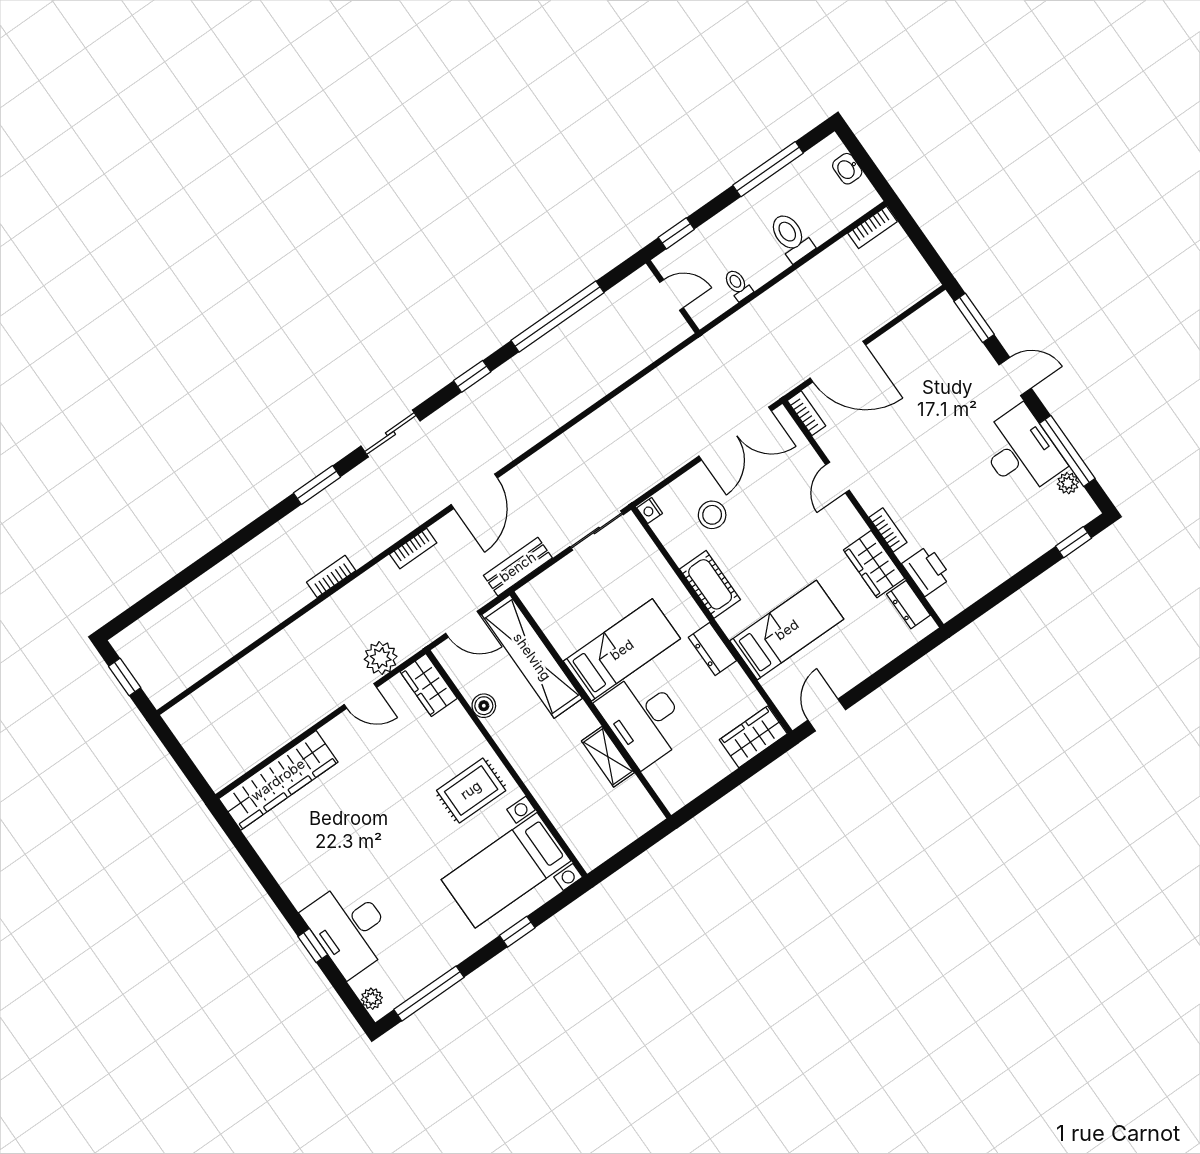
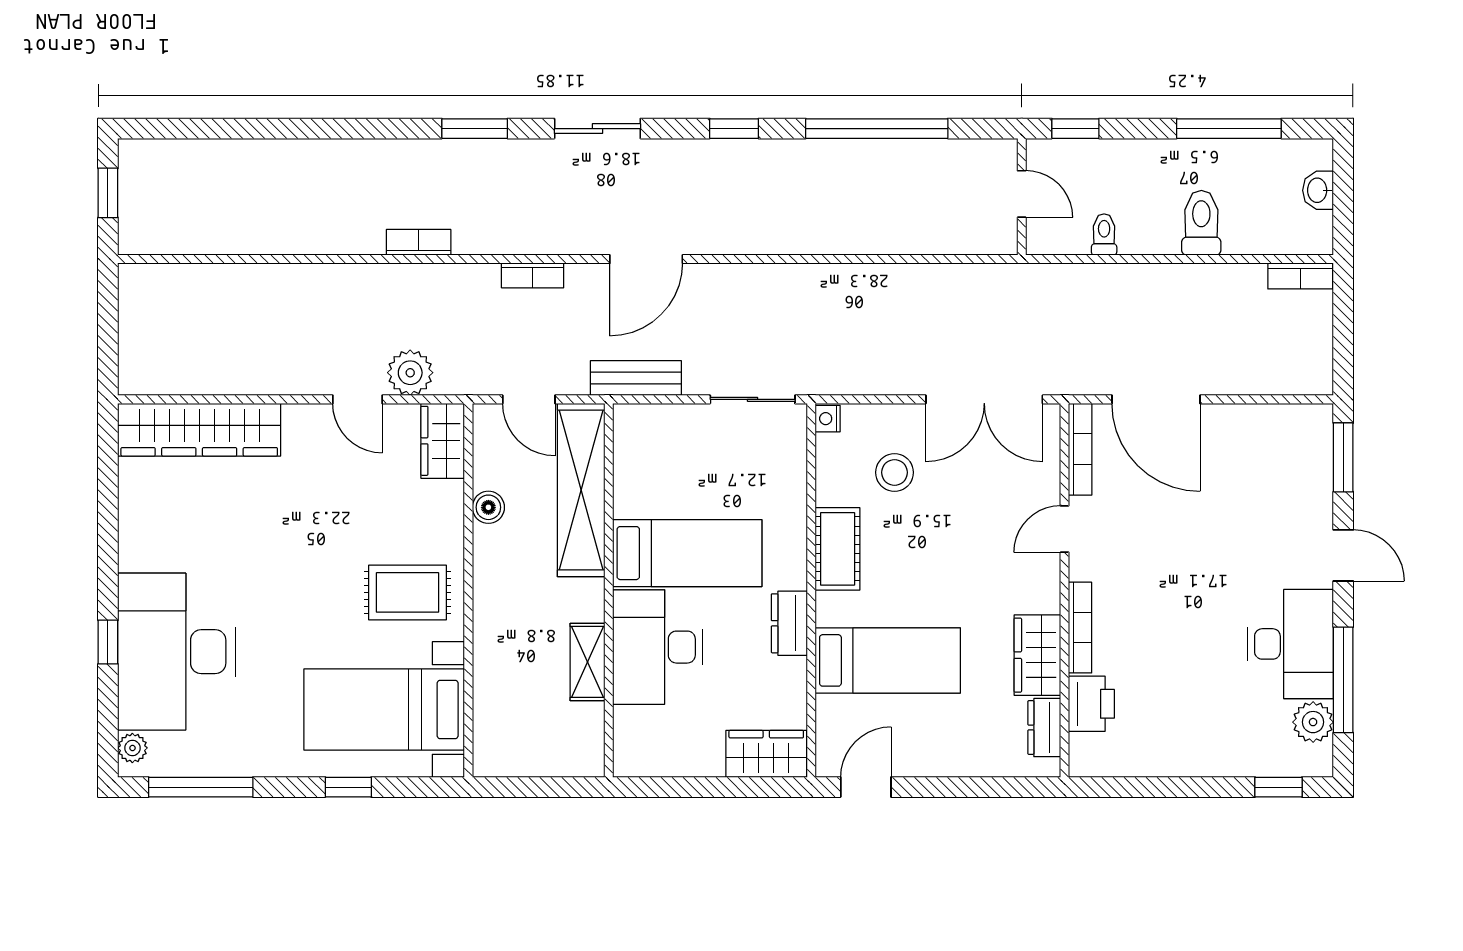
bookcase: (806, 413) -> (1080, 449), width x1.56
plant: (1068, 483) -> (1313, 722), width x1.38, depth x1.38
bookcase: (888, 530) -> (1080, 628), width x1.56
desk: (350, 928) -> (176, 652), width x1.36, depth x1.30

